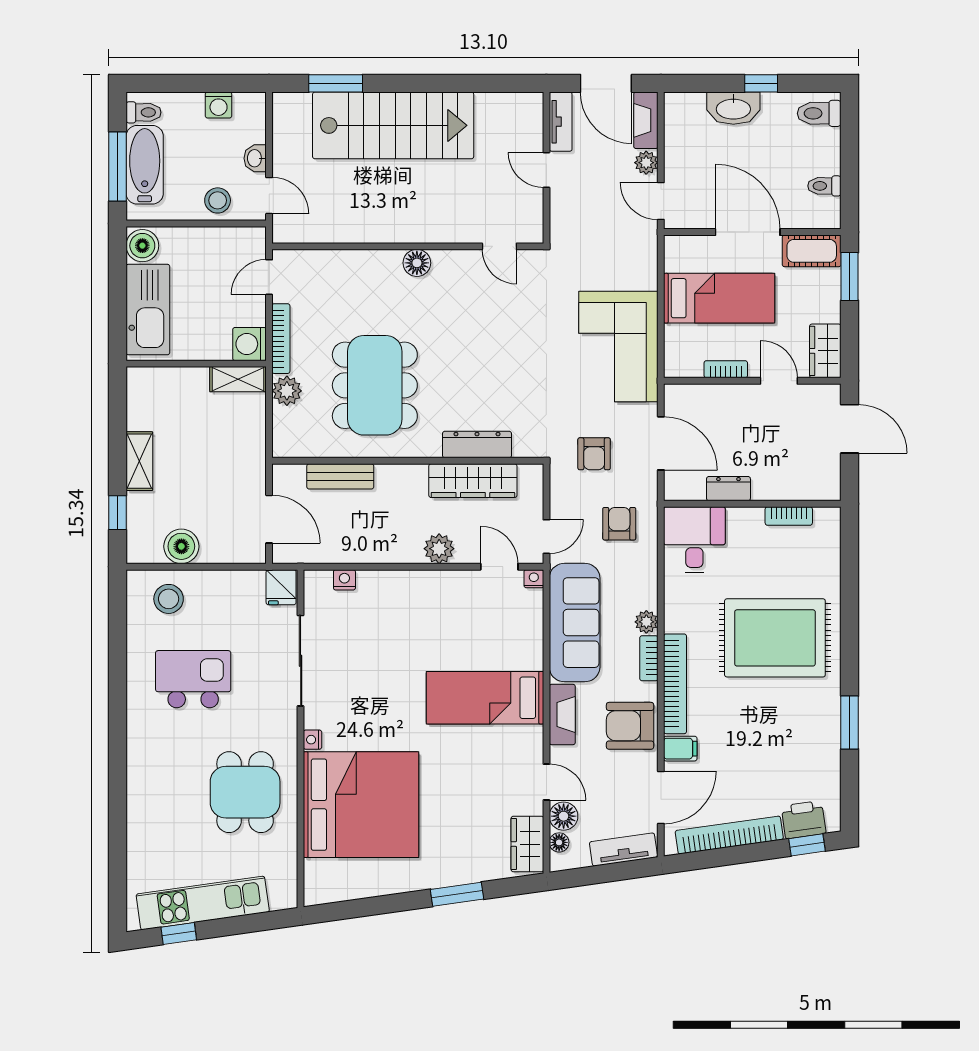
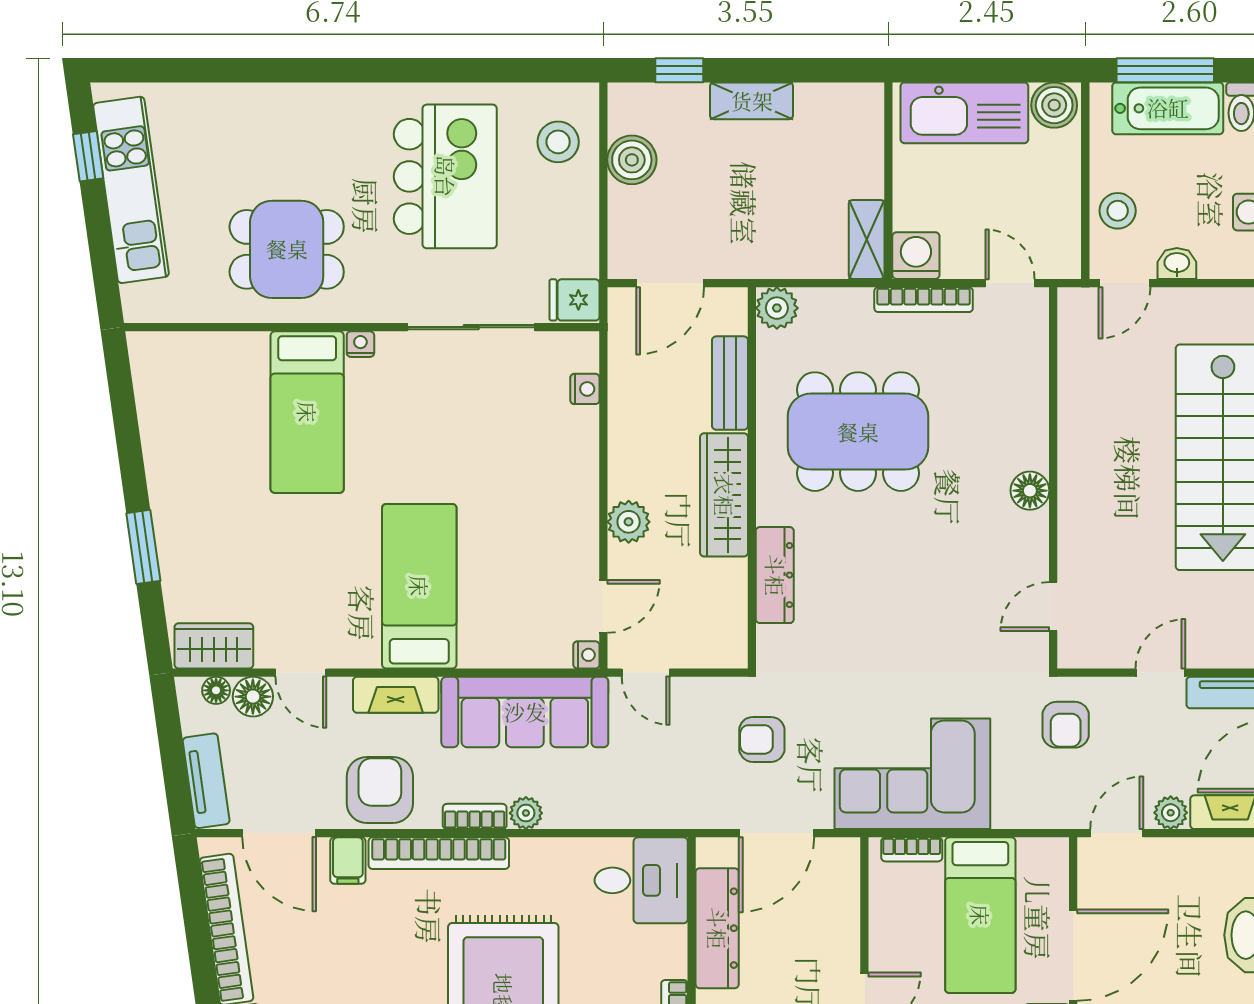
bookcase: (726, 369) -> (912, 849), moved, turned 90
plant: (287, 391) -> (777, 308), moved
wardrobe: (473, 481) -> (724, 495), moved
dresser: (728, 489) -> (717, 928), width x1.96, depth x1.24
armchair: (619, 524) -> (1066, 725), moved, turned 90
kitchen island: (193, 679) -> (445, 176), width x1.37, depth x1.28
door: (546, 782) -> (301, 673), hinge flipped
bed: (361, 805) -> (307, 412), width x0.49

